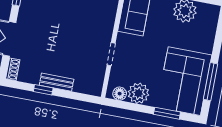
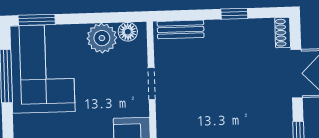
bench: (57, 82) -> (181, 29), moved
window: (167, 113) -> (37, 20), moved

